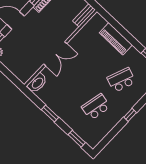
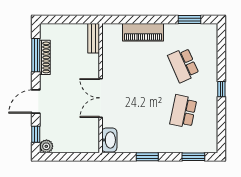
double door: (55, 54) -> (101, 98), swing flipped
school desk: (121, 80) -> (183, 65), turned -45

